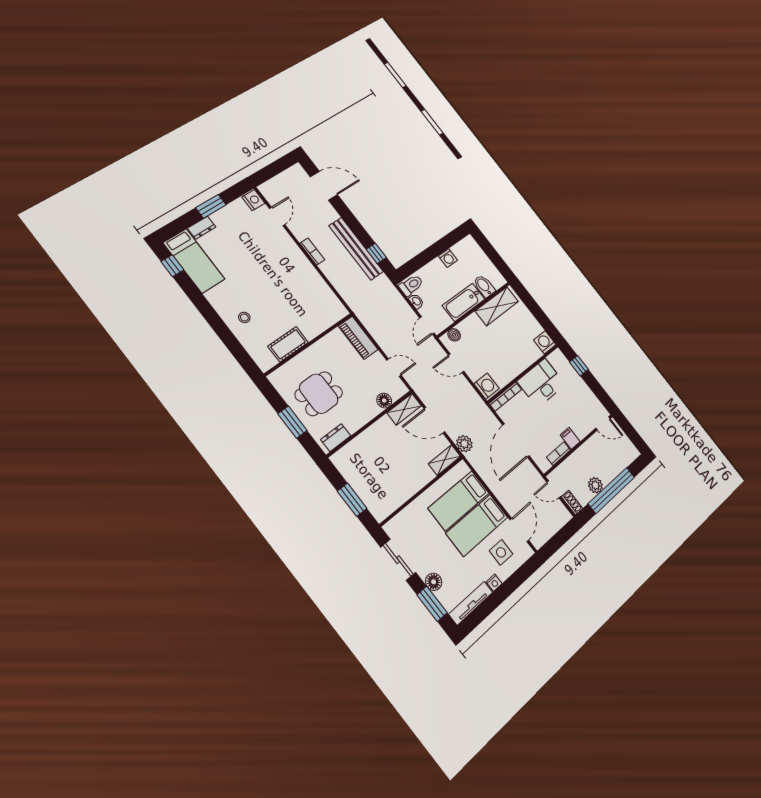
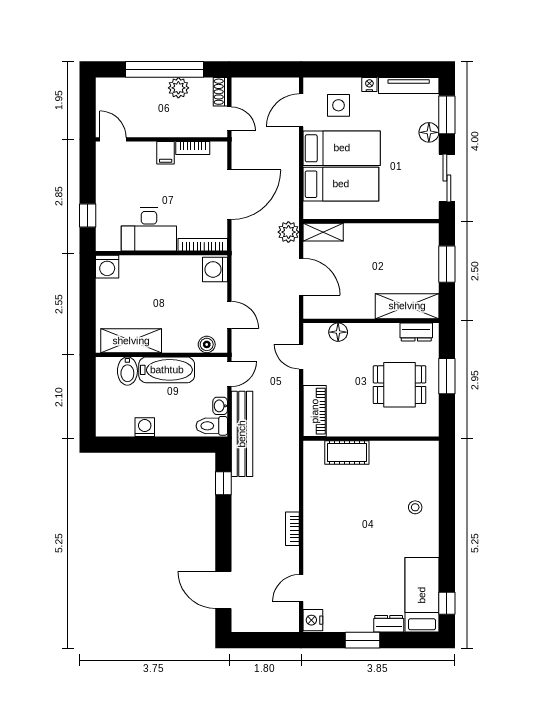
bench: (356, 249) -> (242, 434), moved
cot: (288, 344) -> (347, 453), moved
shelving: (404, 409) -> (407, 306), moved, width x1.50, depth x1.33

